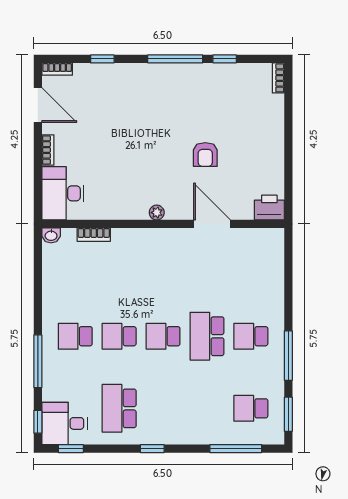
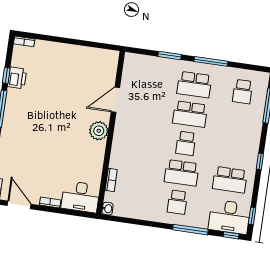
door: (38, 105) -> (19, 205), hinge flipped
armchair: (205, 155) -> (68, 98), removed
printer: (269, 208) -> (17, 78), moved, turned 180
plant: (157, 213) -> (99, 131), width x1.88, depth x1.88
school desk: (119, 336) -> (182, 173), width x1.85
school desk: (251, 336) -> (194, 85), width x1.85
window: (288, 414) -> (170, 56), moved
desk: (65, 423) -> (229, 217), width x1.37

